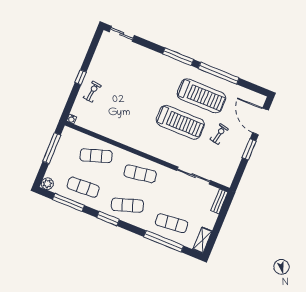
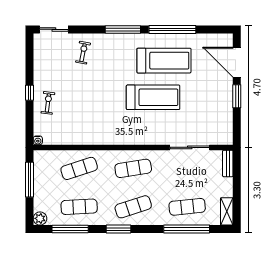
exercise bike: (219, 134) -> (83, 53), moved

